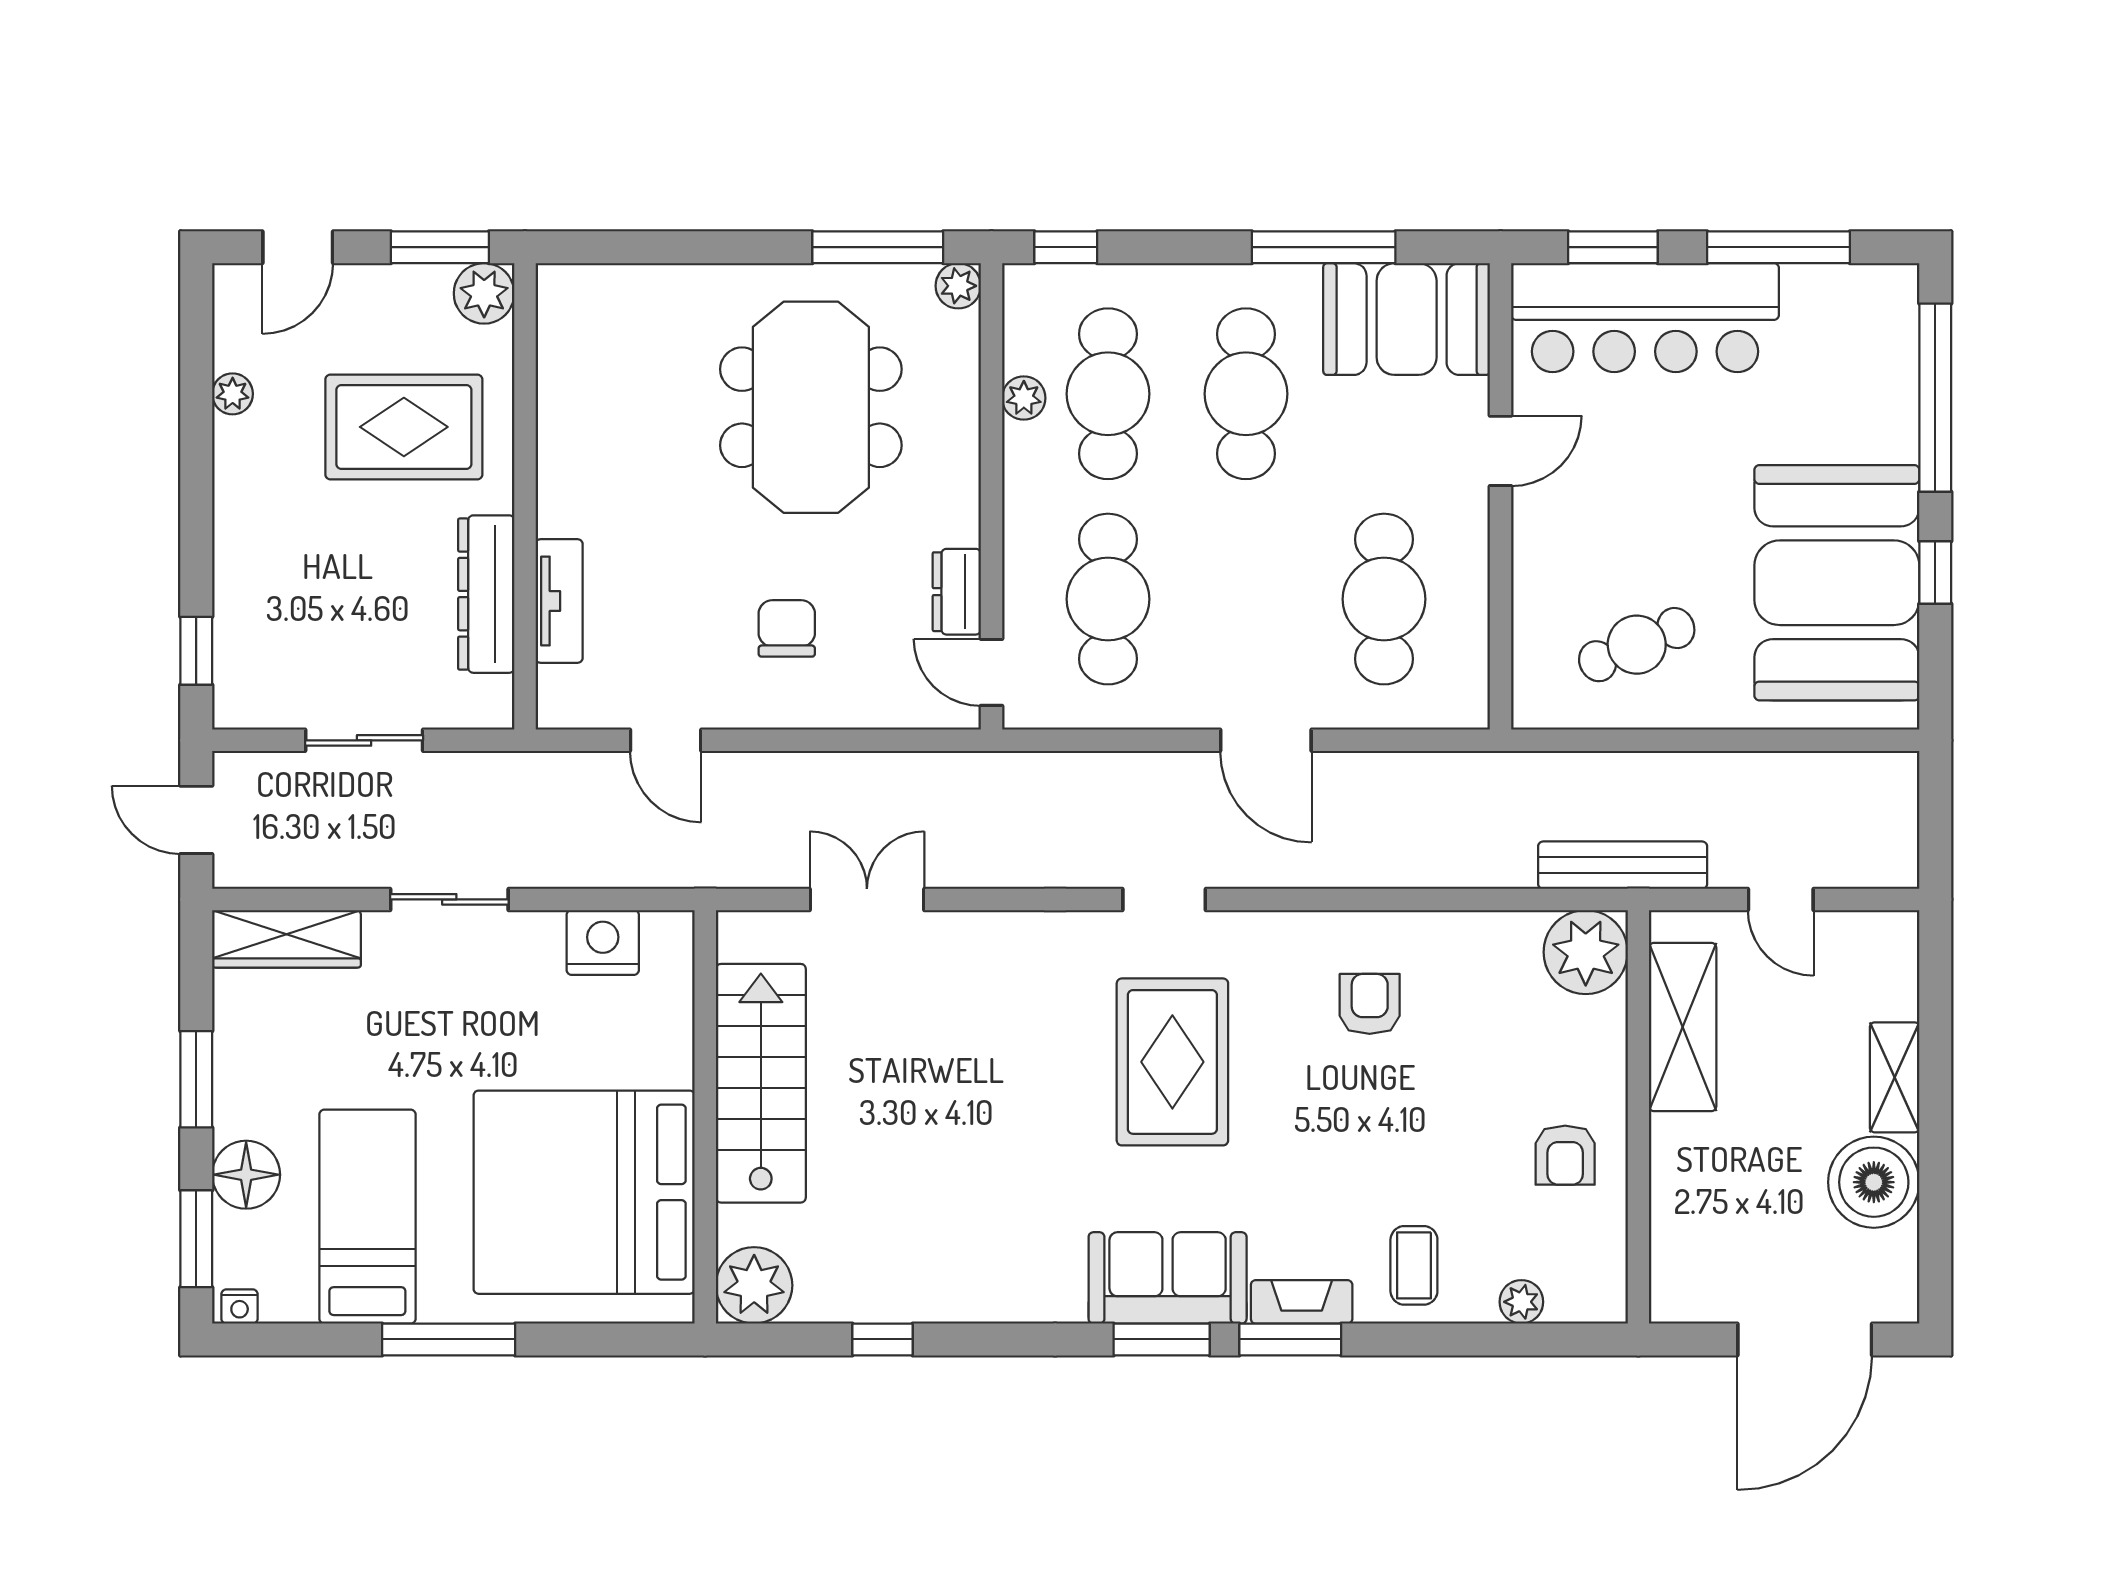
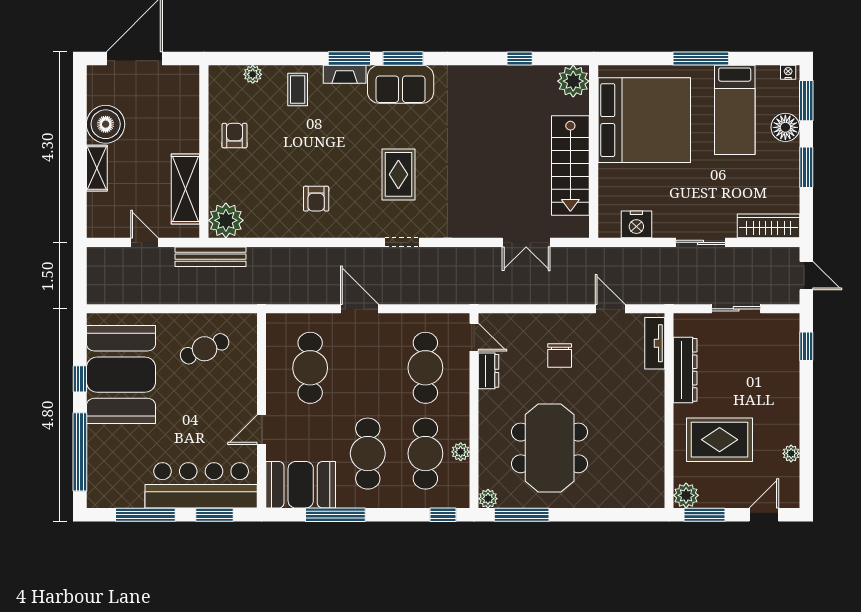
tv unit: (559, 601) -> (655, 343), moved
rug: (1172, 1062) -> (398, 174), width x0.73, depth x0.70

